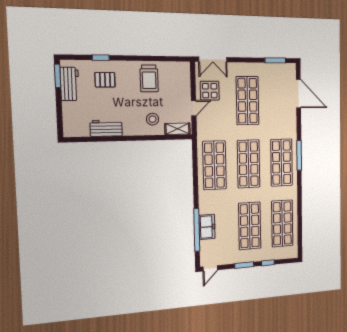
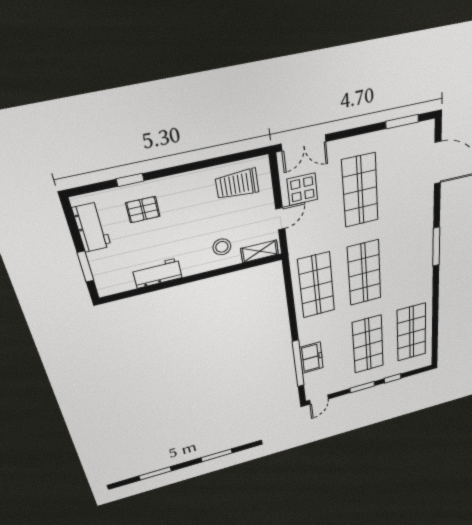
window: (58, 76) -> (85, 267), moved
trolley: (149, 78) -> (237, 184), moved, turned 90
shop shelf: (282, 162) -> (411, 261), removed

